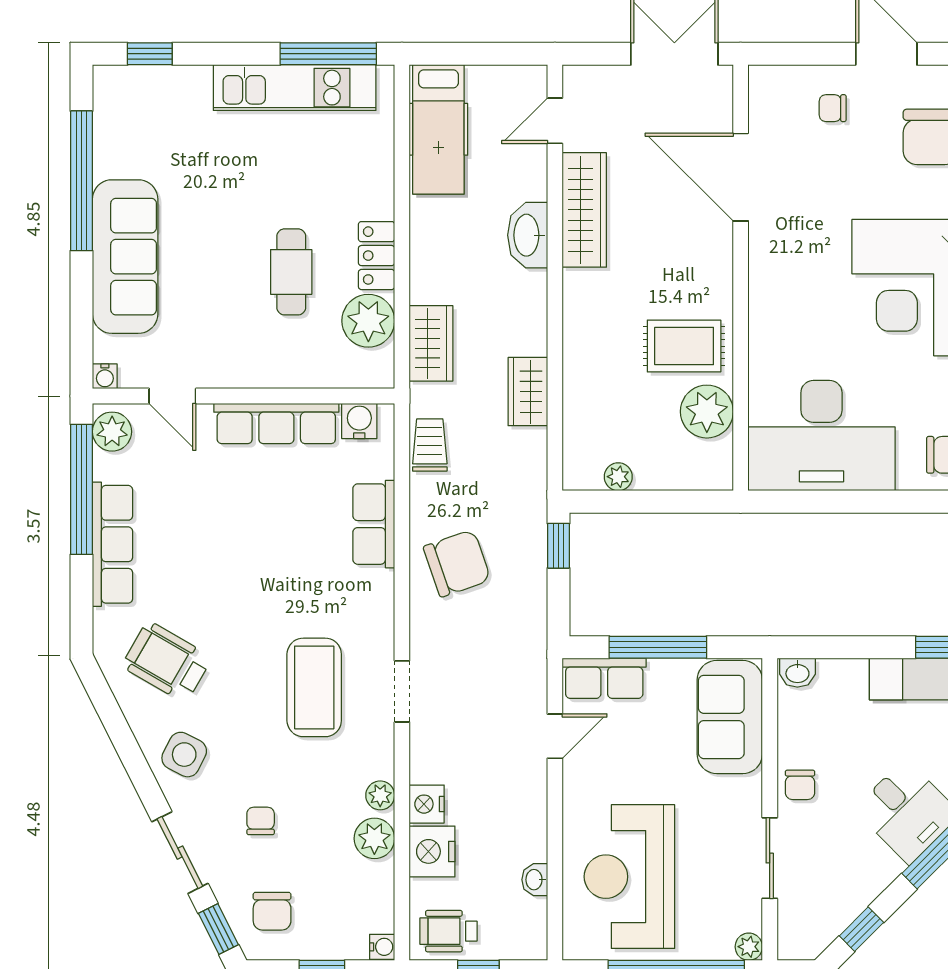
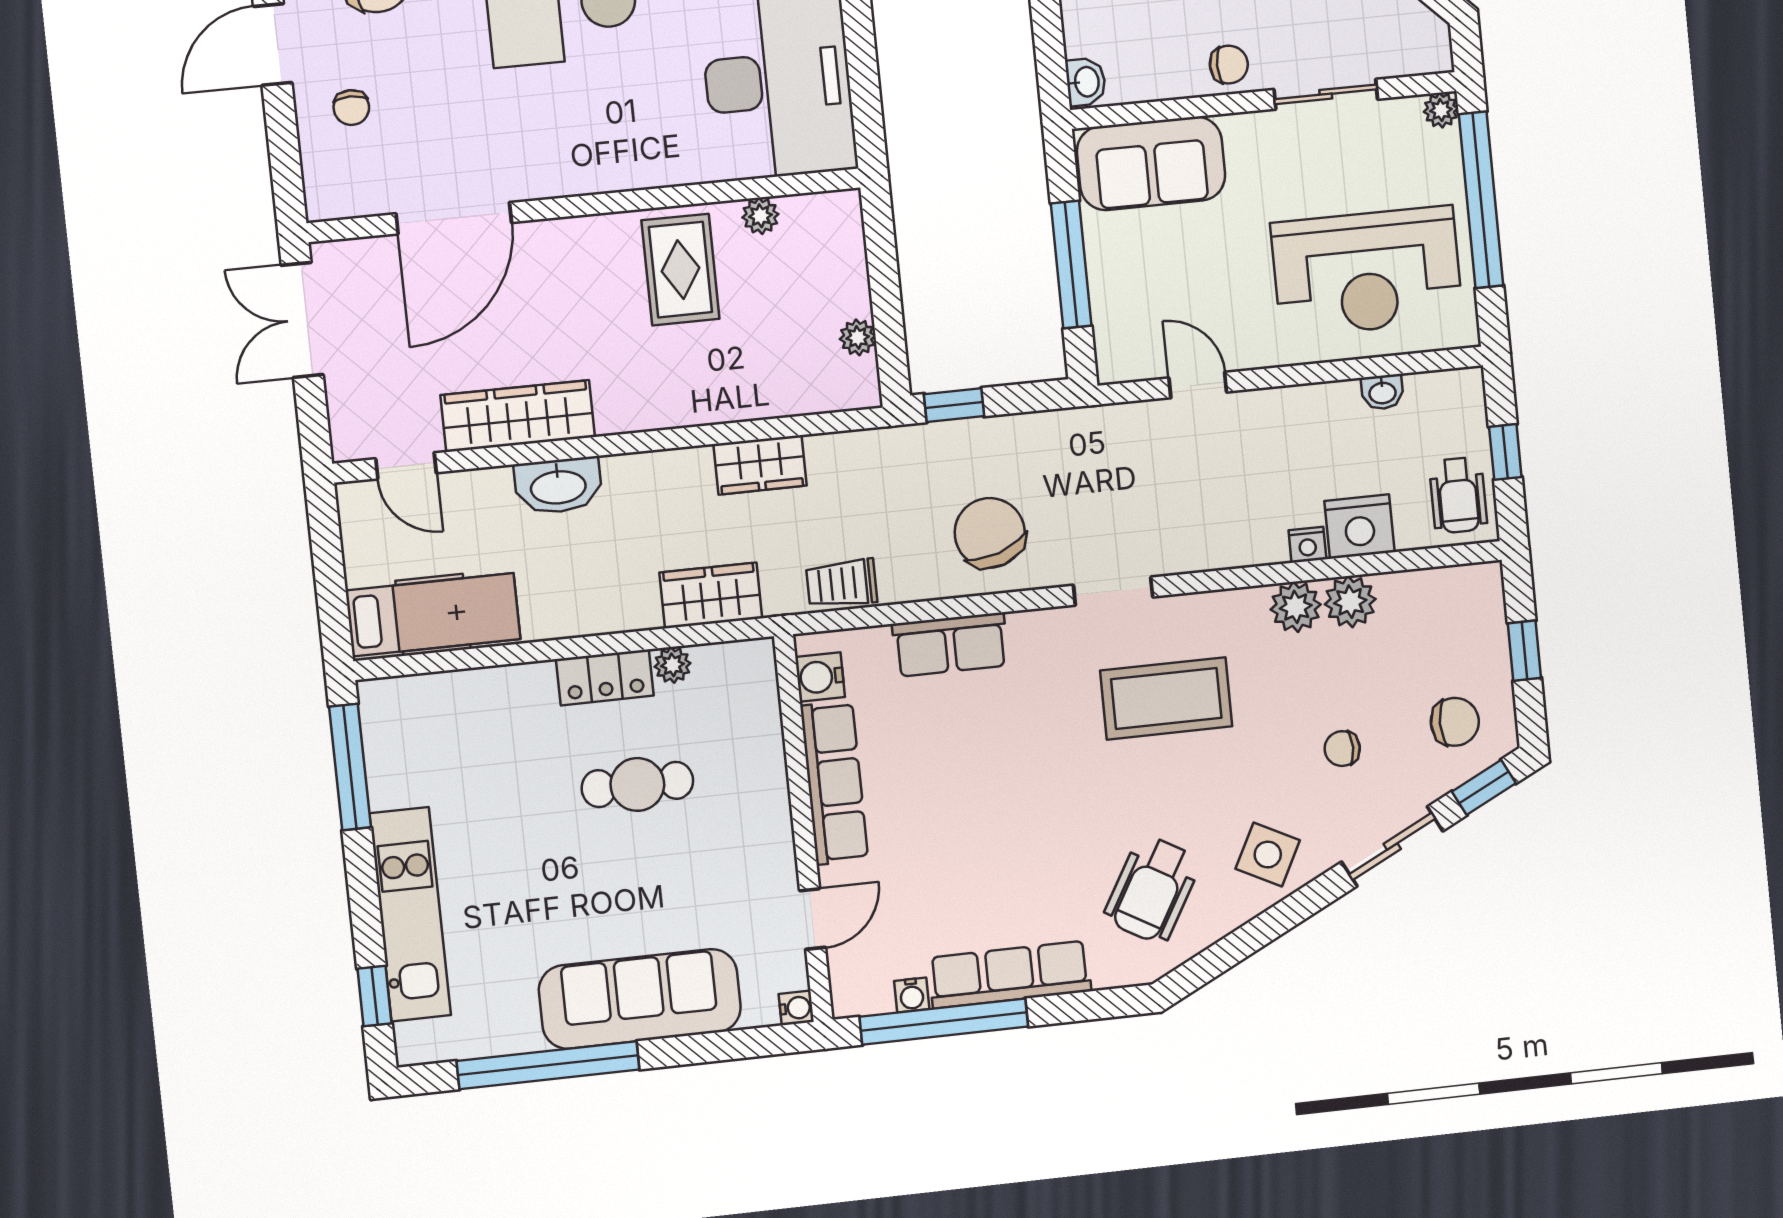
kitchen unit: (295, 88) -> (410, 914), moved
plant: (368, 321) -> (673, 665), width x0.53, depth x0.53
plant: (707, 412) -> (760, 216), width x0.53, depth x0.53
plant: (112, 432) -> (866, 991), removed
row of seats: (604, 678) -> (1118, 329), removed
doorway: (402, 691) -> (1113, 591), moved
plant: (380, 795) -> (1296, 607), width x1.38, depth x1.38
nightstand: (427, 804) -> (1307, 545), width x0.72, depth x0.74
water cooler: (382, 947) -> (912, 995), moved, turned 180

